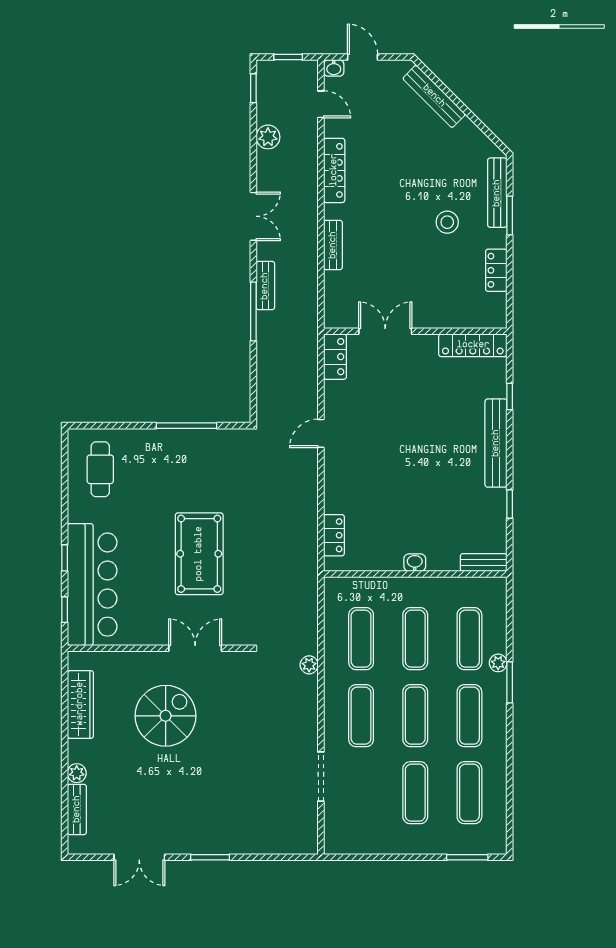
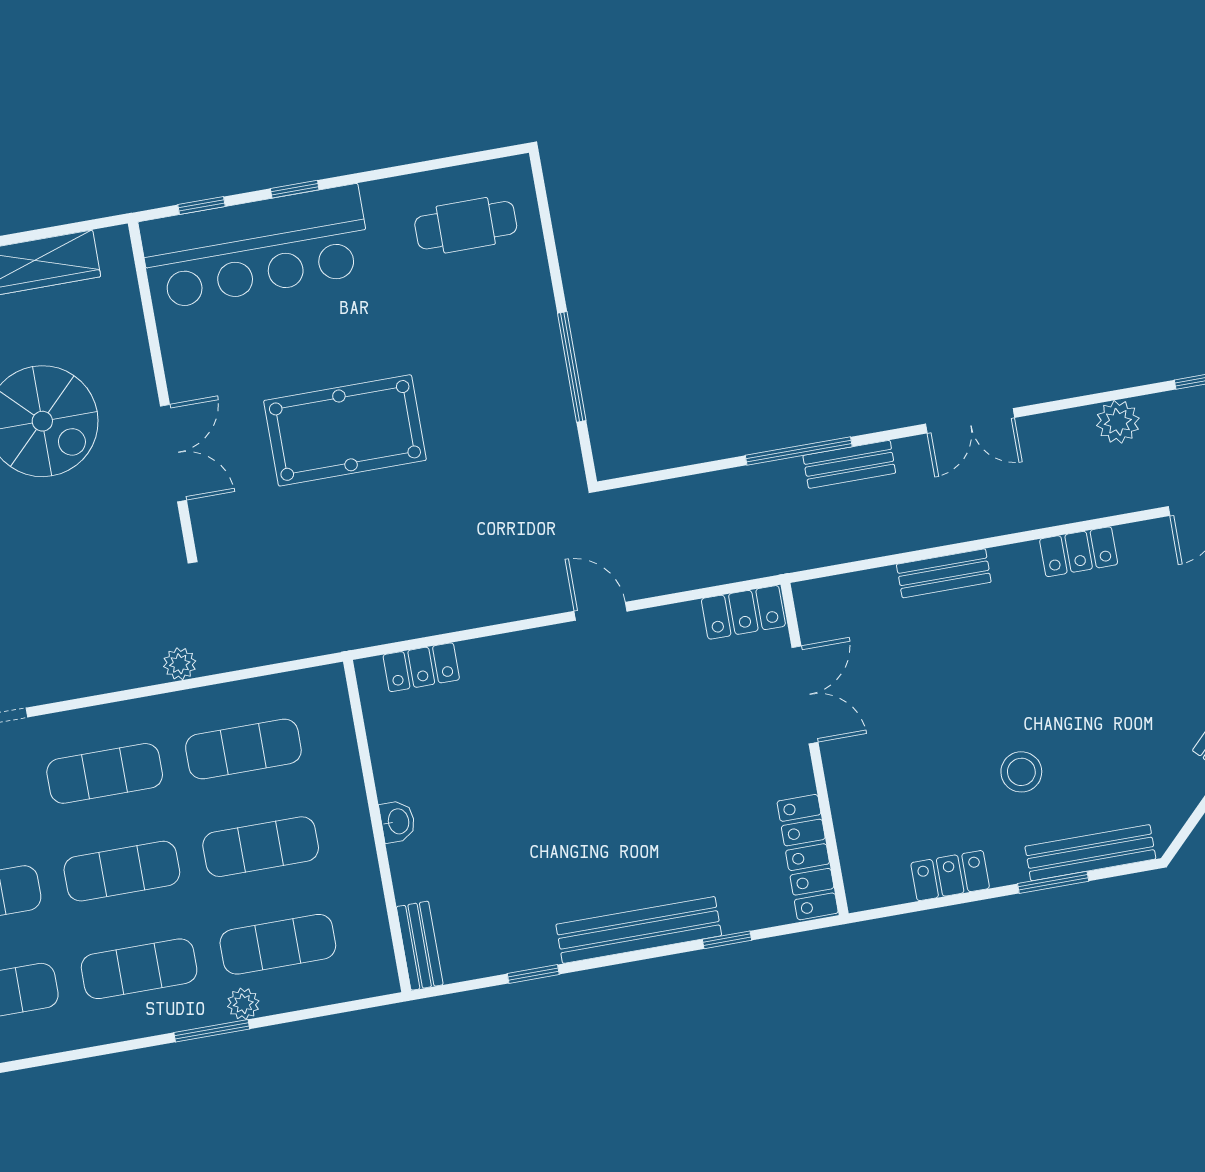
locker: (334, 170) -> (1079, 552), width x0.66

